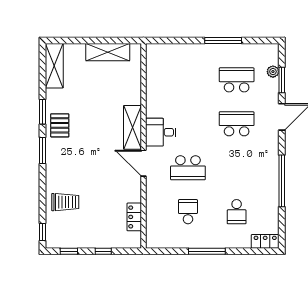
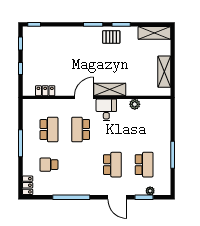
plant: (153, 93) -> (135, 104), added
trolley: (65, 202) -> (56, 41), removed
school desk: (188, 212) -> (49, 130), width x1.85

